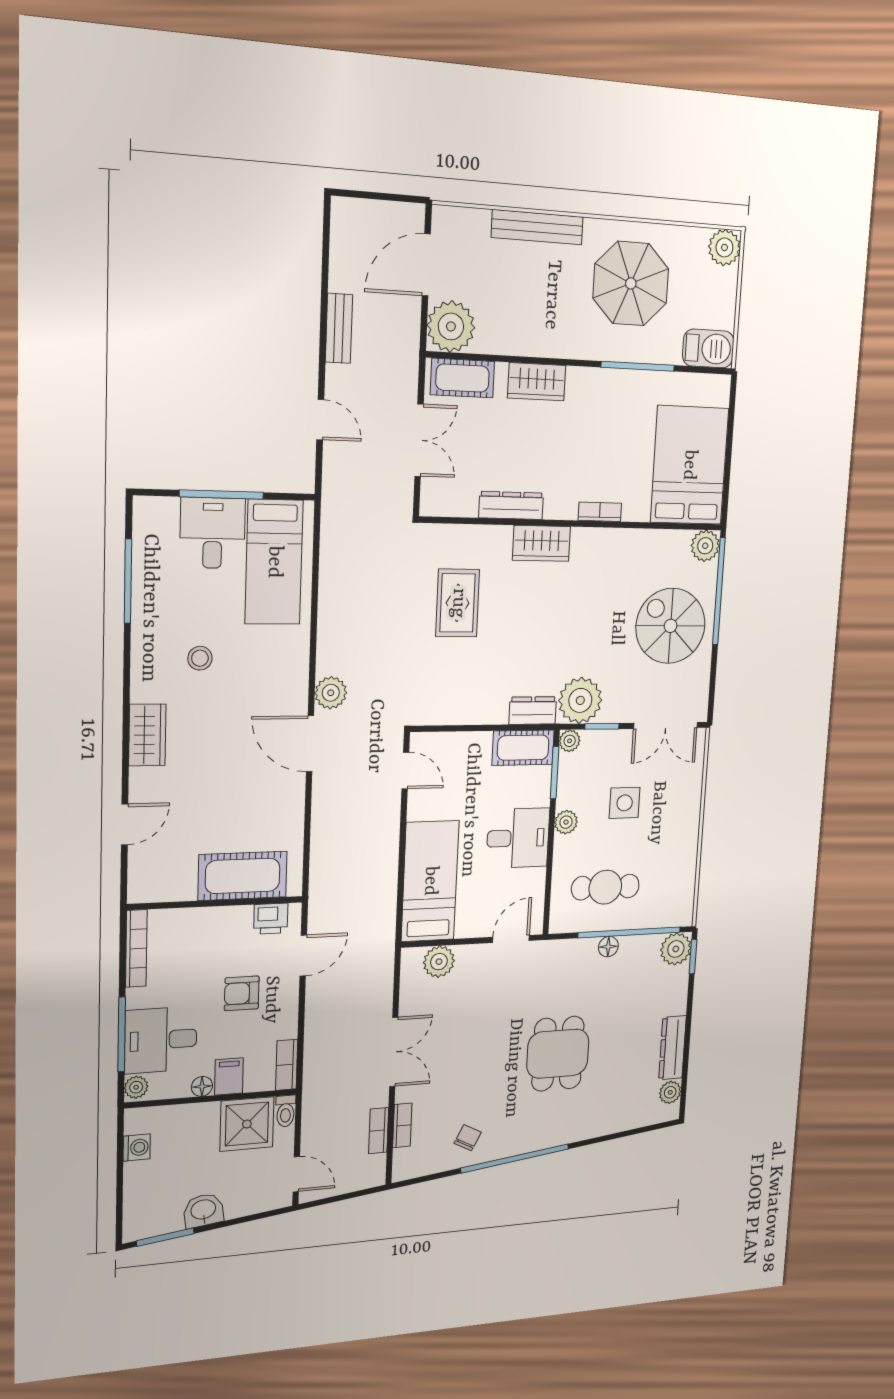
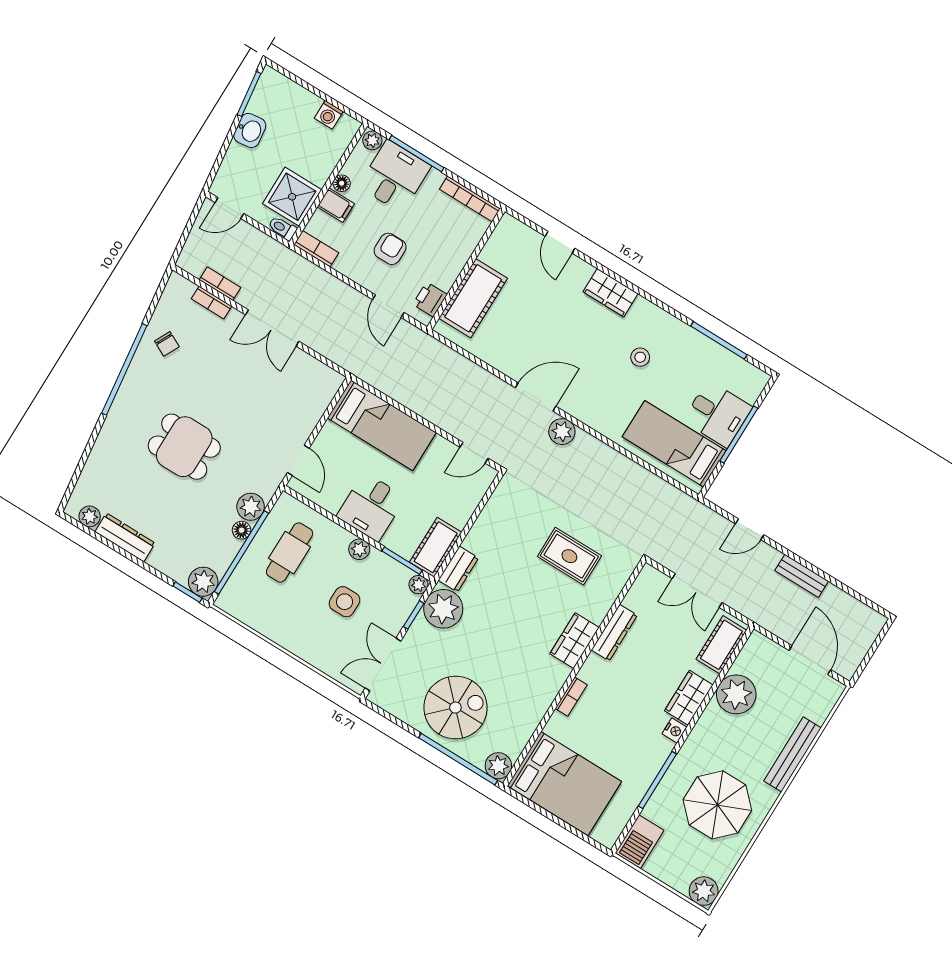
plant: (451, 326) -> (736, 694), moved
nightstand: (578, 378) -> (674, 731), added
plant: (439, 962) -> (251, 507), moved

